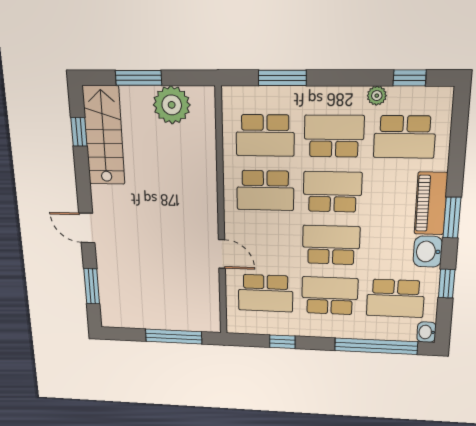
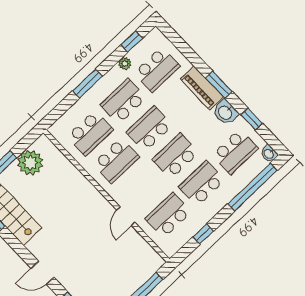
window: (282, 78) -> (88, 83), moved
door: (222, 254) -> (126, 216), swing flipped
school desk: (266, 293) -> (168, 215), turned 180

